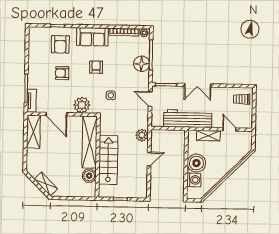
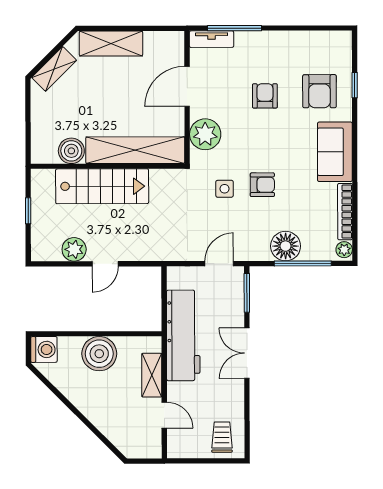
armchair: (60, 44) -> (319, 91), turned -90
armchair: (96, 67) -> (262, 185), moved
door: (229, 129) -> (164, 415), hinge flipped
shelving: (33, 132) -> (111, 44), moved
plant: (142, 135) -> (74, 249), moved
door: (149, 159) -> (105, 264), hinge flipped
washing machine: (194, 180) -> (44, 349), moved, turned -90

